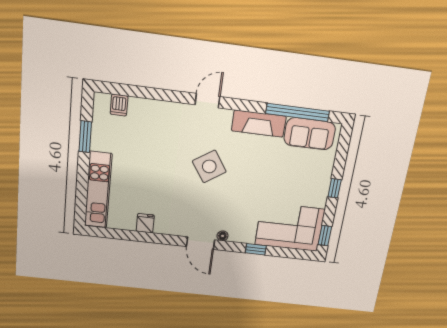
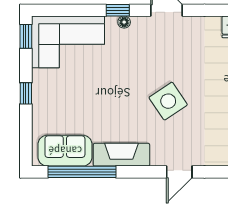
floor lamp: (223, 236) -> (124, 22), moved
window: (256, 249) -> (118, 10), moved

